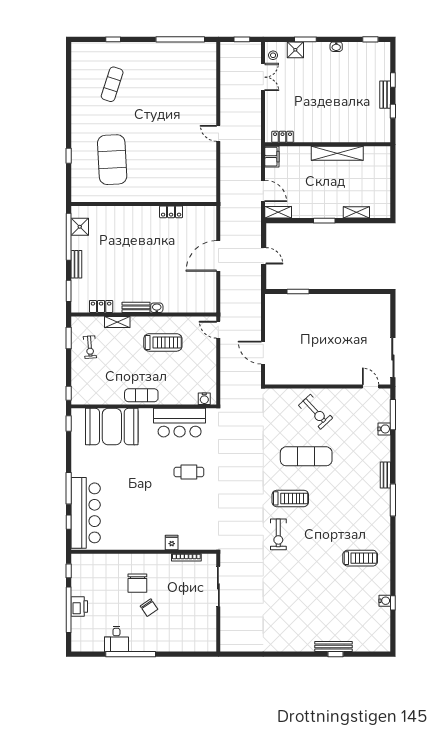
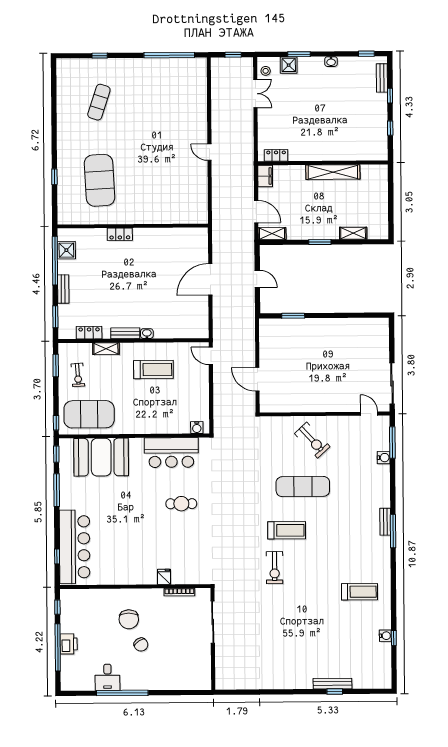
bench: (385, 95) -> (382, 78), moved
locker: (171, 212) -> (120, 234), moved
exercise mat: (141, 395) -> (89, 414), moved, width x2.00, depth x1.45
bench: (385, 475) -> (385, 522), moved
window: (69, 488) -> (57, 490), moved

